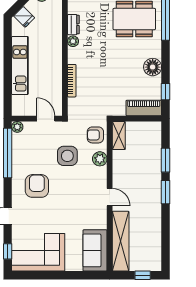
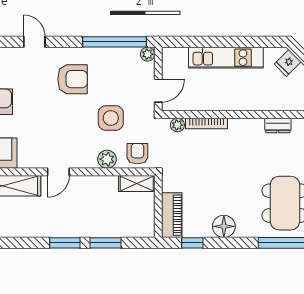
plant: (73, 41) -> (177, 125), moved

